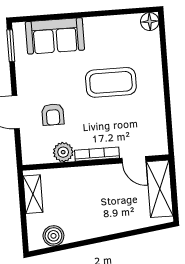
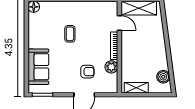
coffee table: (111, 82) -> (70, 34), width x0.54, depth x0.58
door: (134, 160) -> (119, 23), hinge flipped

